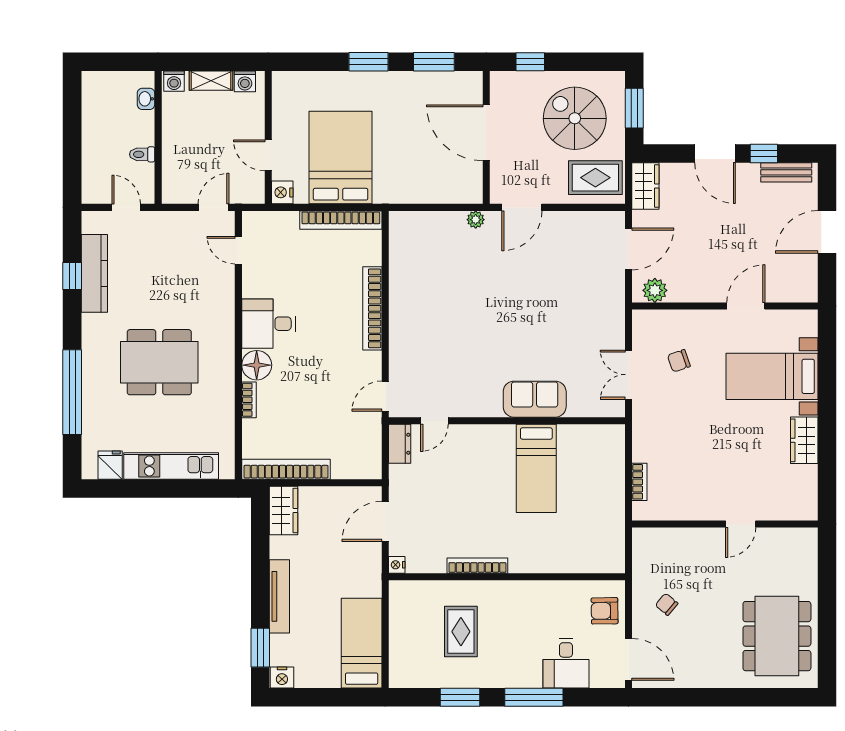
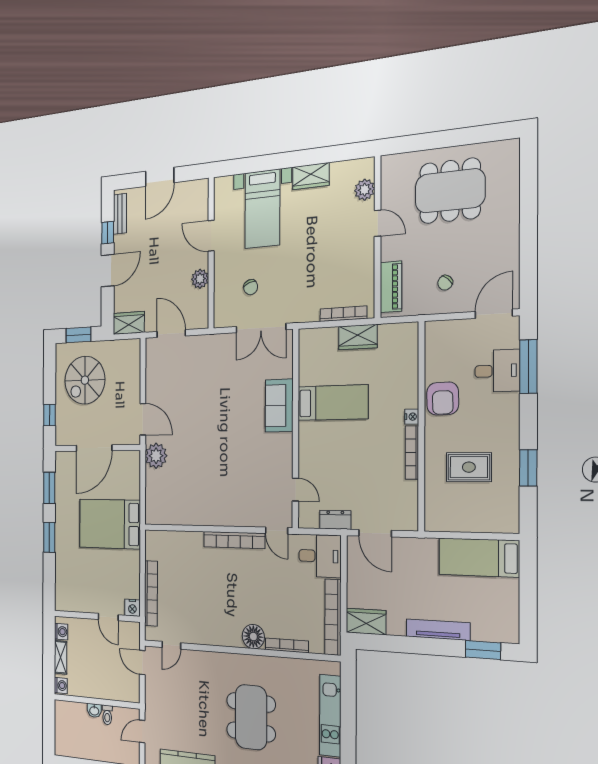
washbasin: (146, 99) -> (94, 710), moved
door: (268, 155) -> (108, 617), hinge flipped
bed: (341, 158) -> (110, 524), moved
rug: (595, 178) -> (123, 362), removed
bookcase: (341, 220) -> (151, 593), moved
plant: (476, 220) -> (156, 456), width x1.88, depth x1.88
door: (827, 232) -> (160, 177), hinge flipped
plant: (655, 290) -> (200, 279), moved
bookcase: (372, 308) -> (234, 540), moved
desk: (269, 324) -> (320, 556), moved, turned -90
double door: (628, 375) -> (261, 328), width x1.37
bookcase: (249, 400) -> (287, 645), width x1.56
dresser: (400, 444) -> (335, 520), moved
bookcase: (639, 482) -> (343, 314), width x1.56
wardrobe: (611, 500) -> (358, 337), added
plant: (781, 508) -> (365, 190), added
piano: (666, 540) -> (391, 287), added
nightstand: (397, 565) -> (412, 417), moved, turned -90
armchair: (605, 611) -> (443, 399), moved, width x1.38, depth x1.38
dining table: (777, 636) -> (450, 191), moved
nightstand: (282, 677) -> (510, 632), removed
window: (534, 697) -> (528, 367), moved

